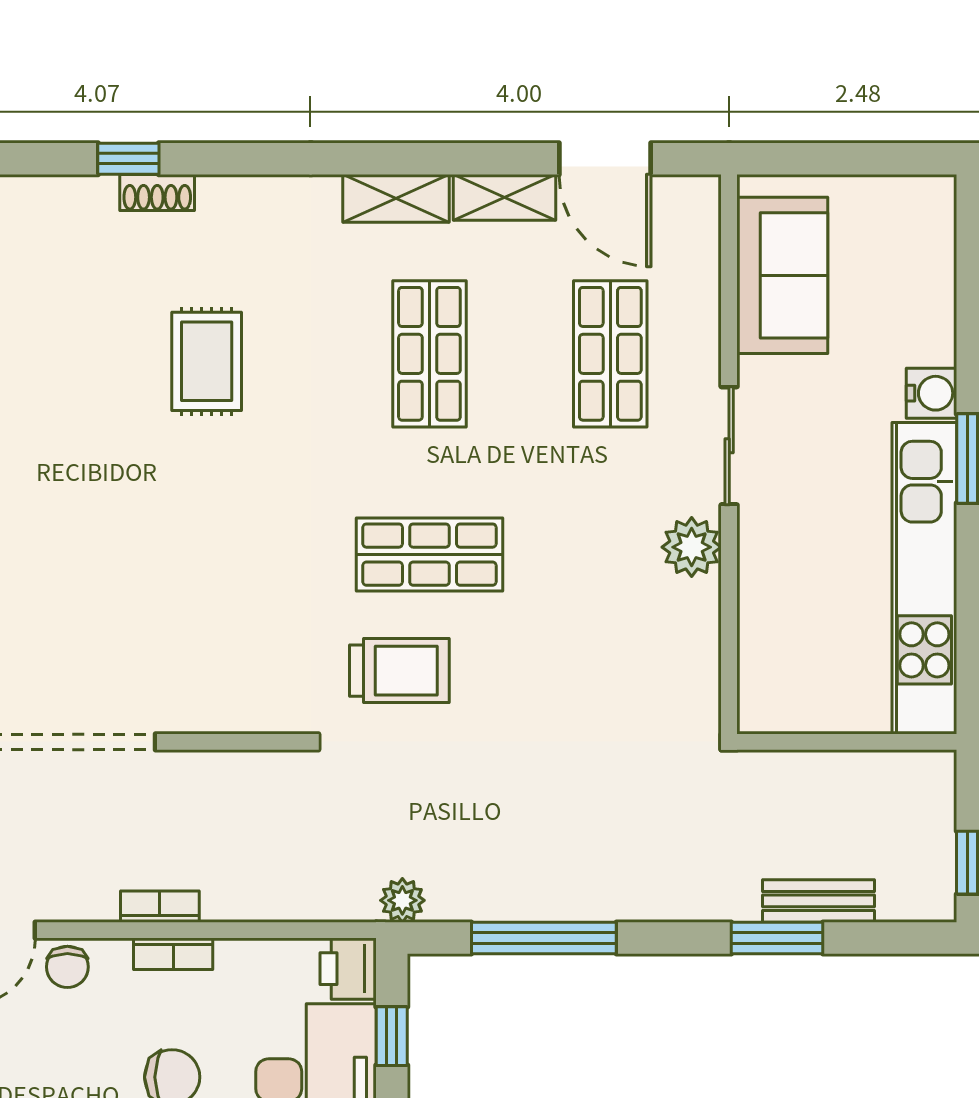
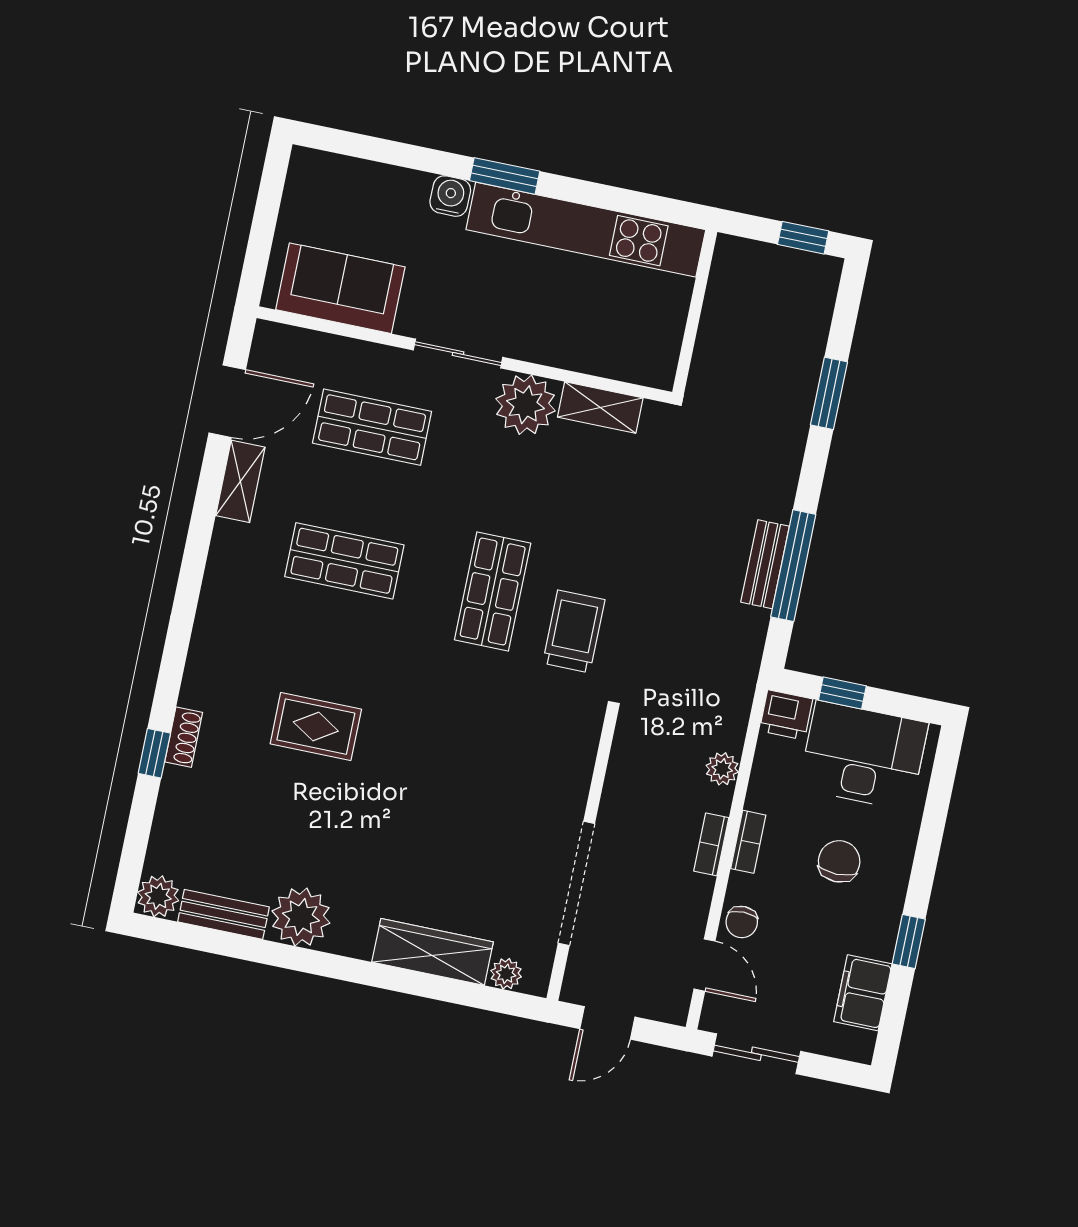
shelving: (396, 198) -> (600, 407), moved, turned 90
plant: (692, 547) -> (525, 405), width x1.36, depth x1.36
plant: (402, 900) -> (722, 769), moved
bench: (819, 901) -> (765, 564), moved
chair: (67, 967) -> (742, 922), turned 90

